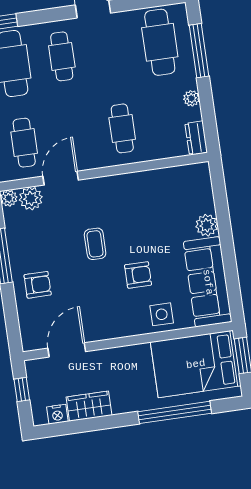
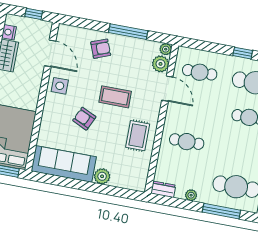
rug: (136, 196) -> (138, 136), added
coffee table: (95, 244) -> (115, 97), width x1.36, depth x1.30
armchair: (138, 275) -> (84, 119), turned 115
armchair: (38, 285) -> (101, 49), turned -111
side table: (162, 314) -> (60, 86), moved

